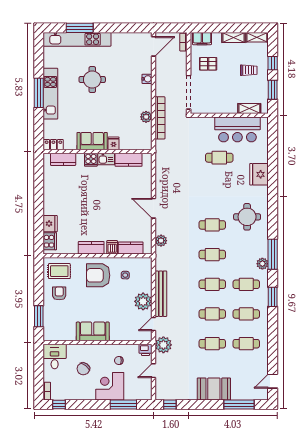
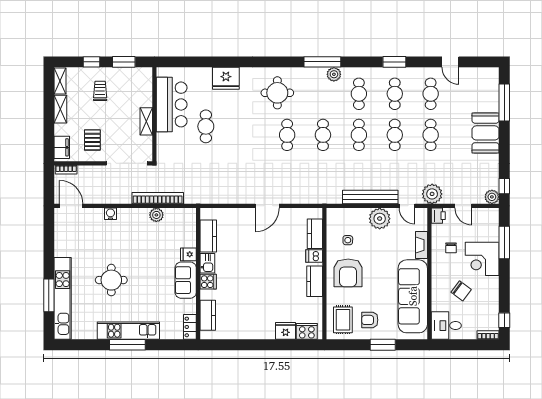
shelving: (249, 108) -> (146, 121), moved
plant: (161, 241) -> (492, 197), moved
window: (273, 297) -> (394, 62), moved
window: (39, 316) -> (383, 345), moved
sofa: (93, 331) -> (413, 296), width x1.85, depth x1.27
fireplace: (121, 336) -> (421, 245), added
door: (273, 381) -> (450, 62), moved

